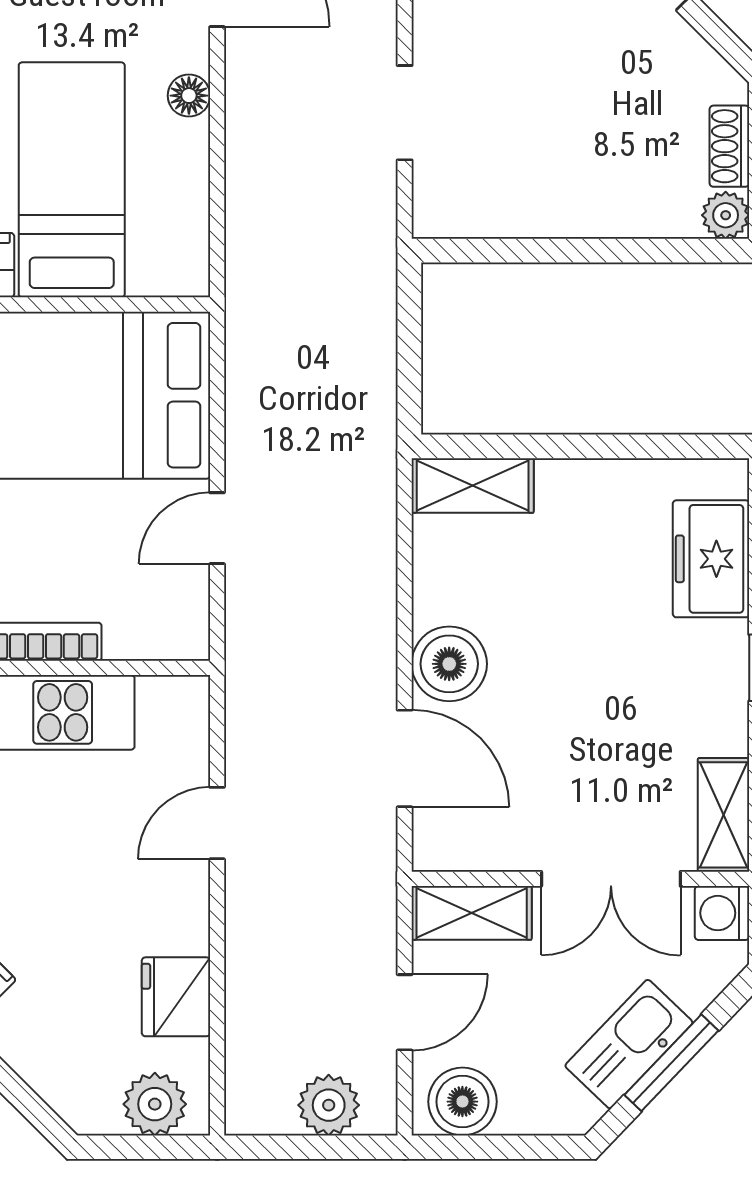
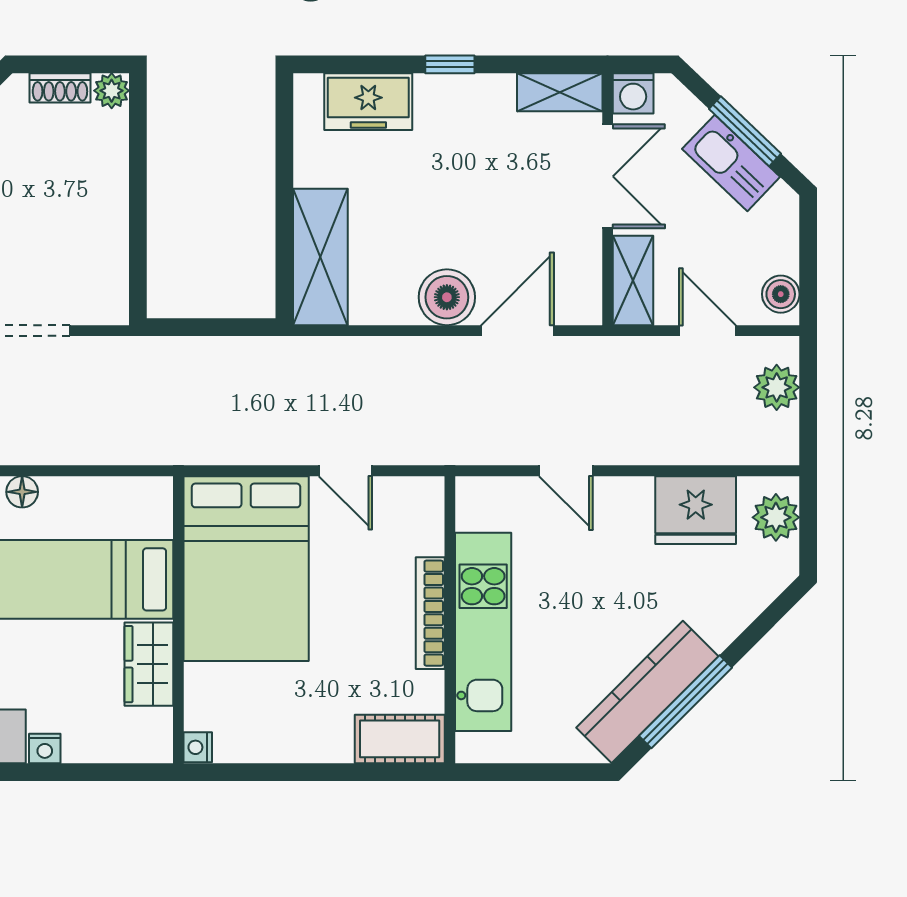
shelving: (473, 486) -> (320, 257), width x1.50, depth x1.33
fridge: (176, 997) -> (696, 510), width x1.36, depth x1.34
boiler: (462, 1102) -> (781, 294), width x0.73, depth x0.73

